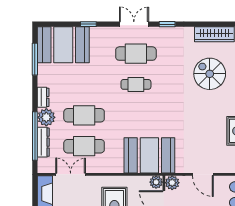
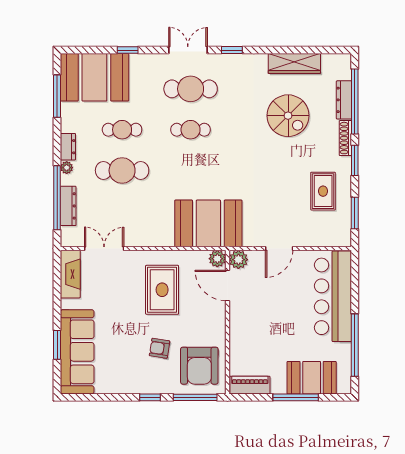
spiral stairs: (210, 74) -> (288, 116), turned 180
plant: (46, 117) -> (67, 168), width x0.53, depth x0.53
cafe table: (84, 146) -> (122, 130), moved, width x0.73, depth x0.74
door: (203, 174) -> (279, 249), hinge flipped

